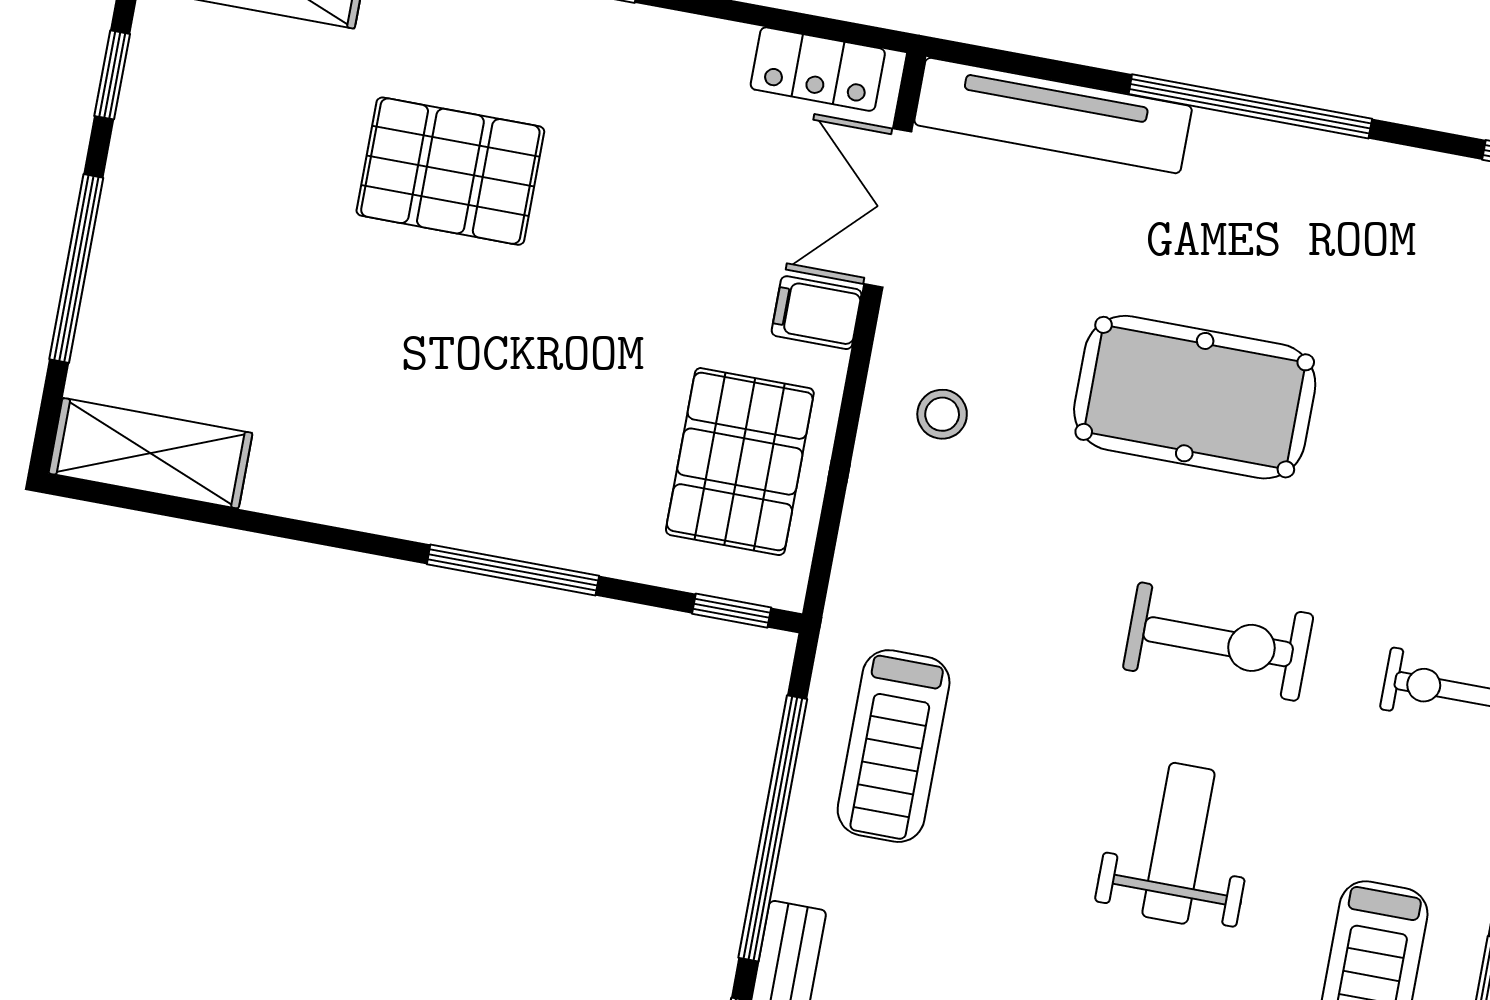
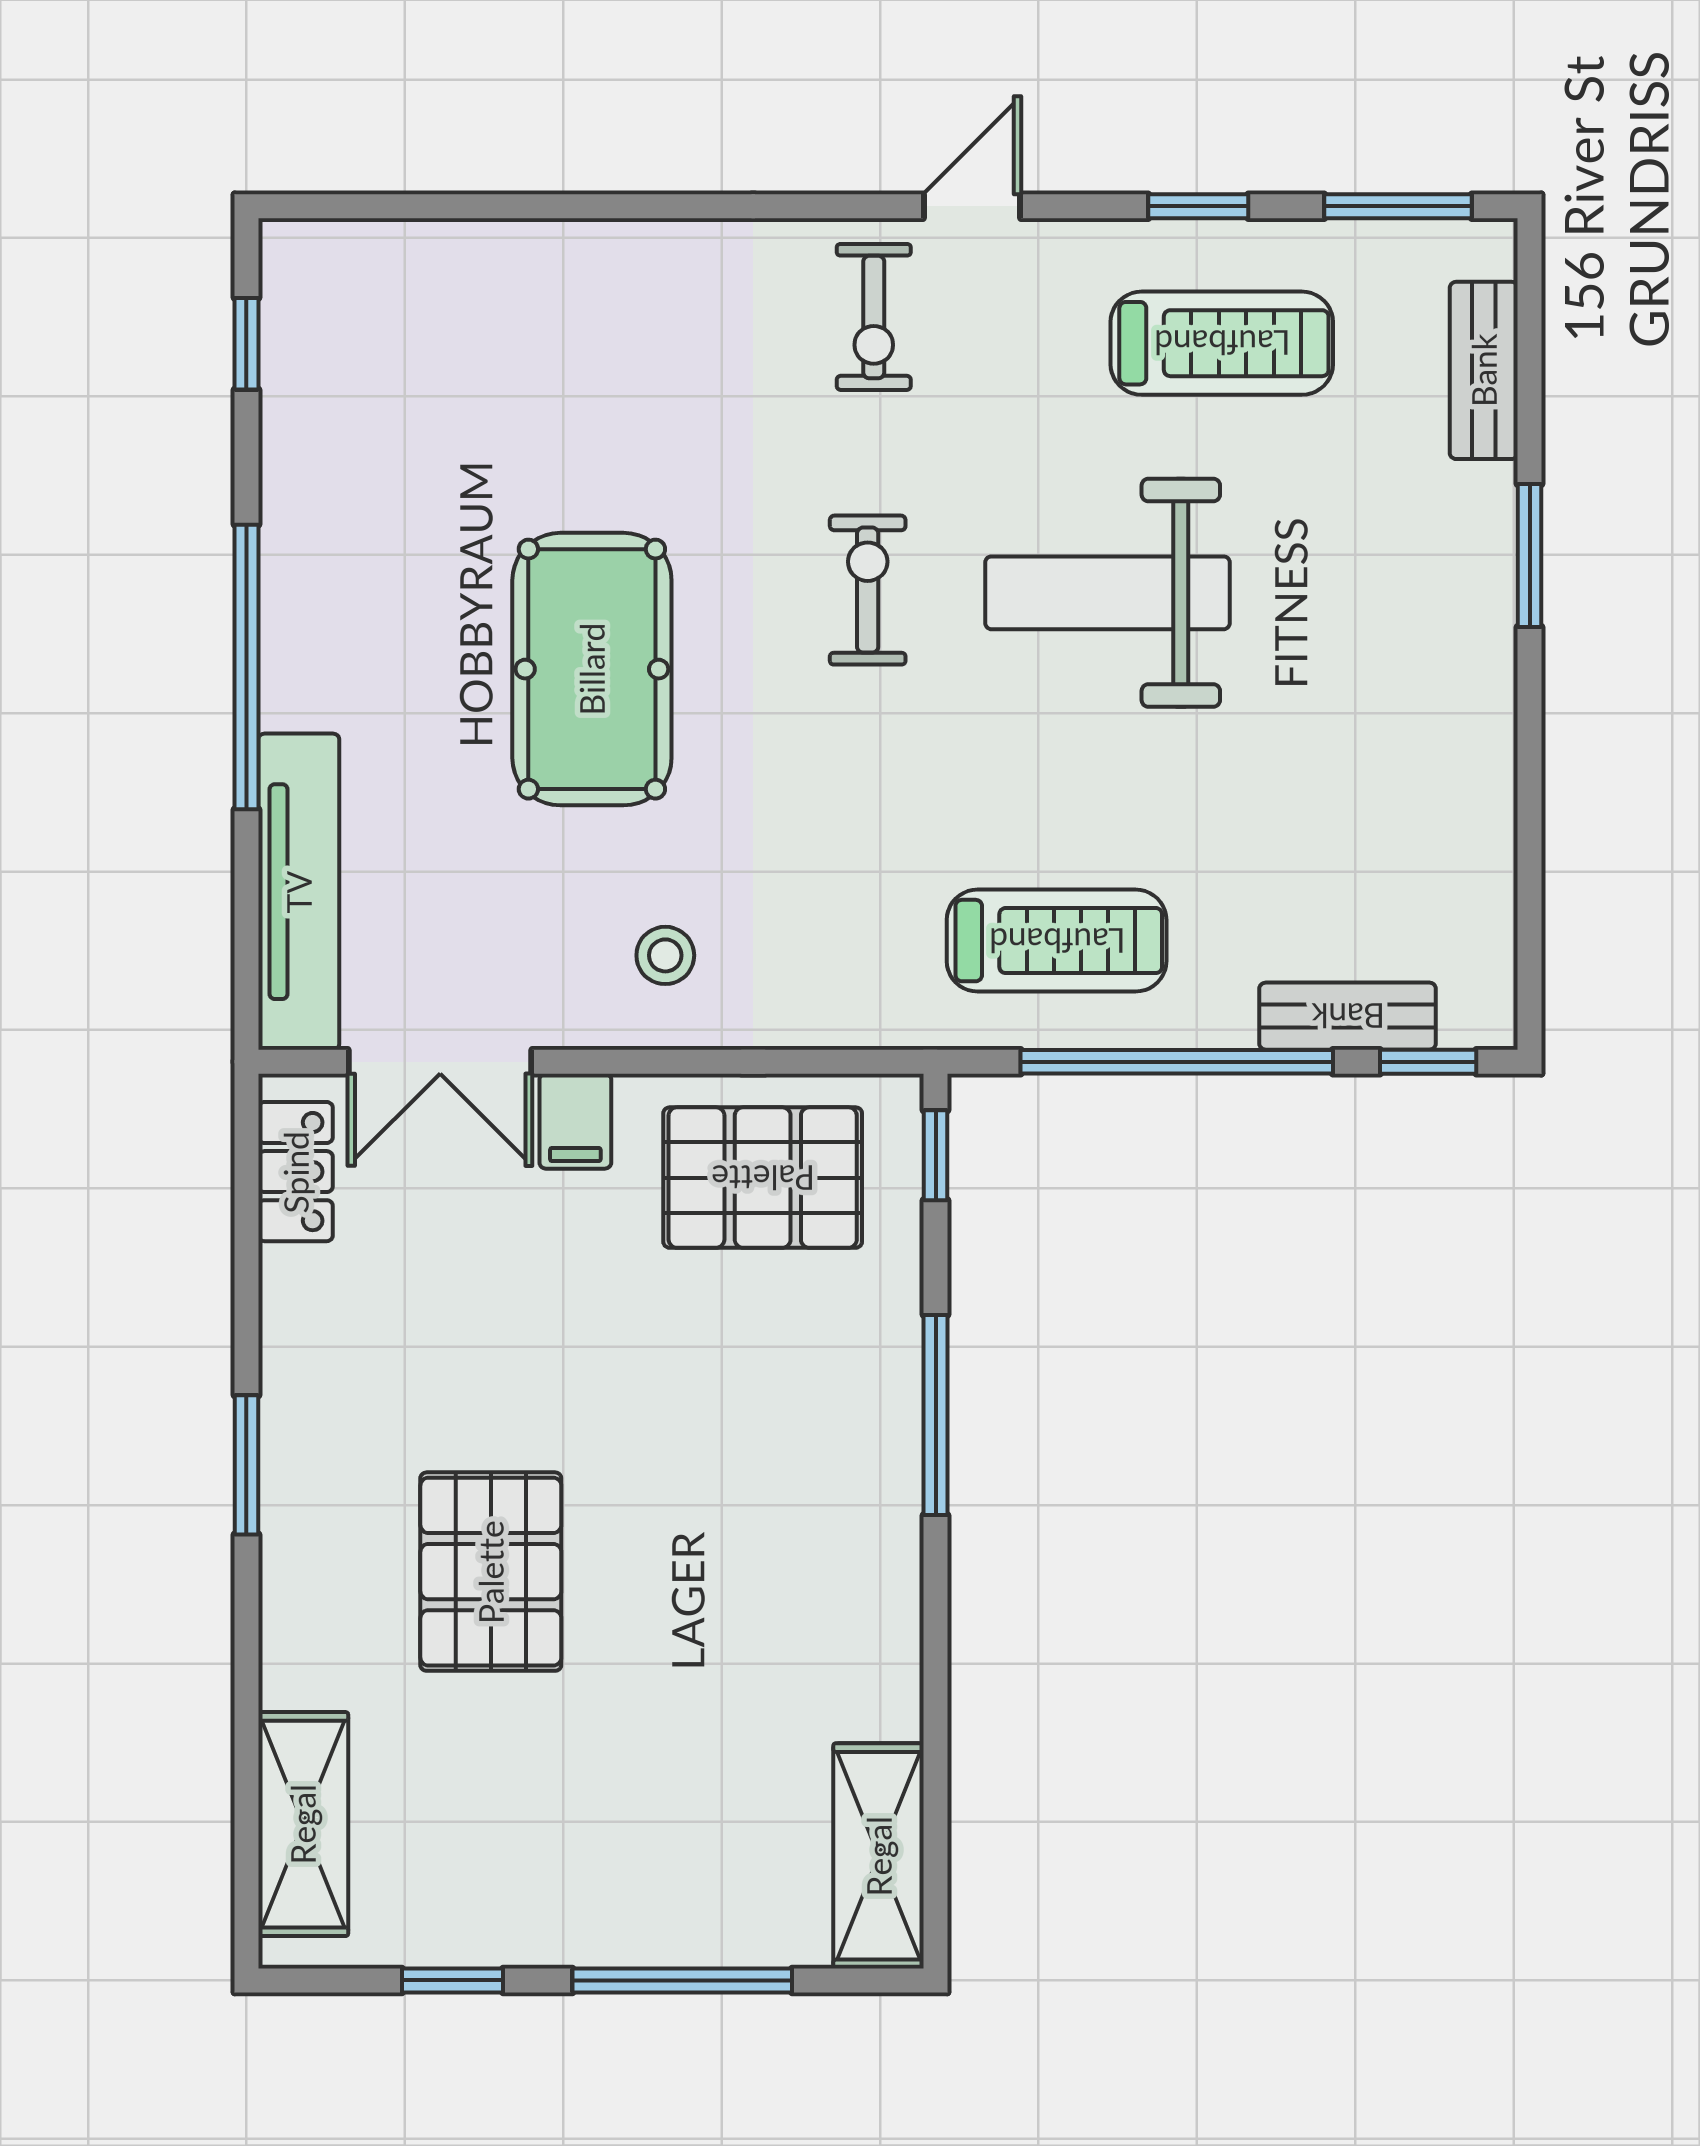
exercise bike: (1218, 642) -> (868, 590), width x0.73, depth x0.72
weight bench: (1178, 843) -> (1108, 593), width x1.36, depth x1.33

